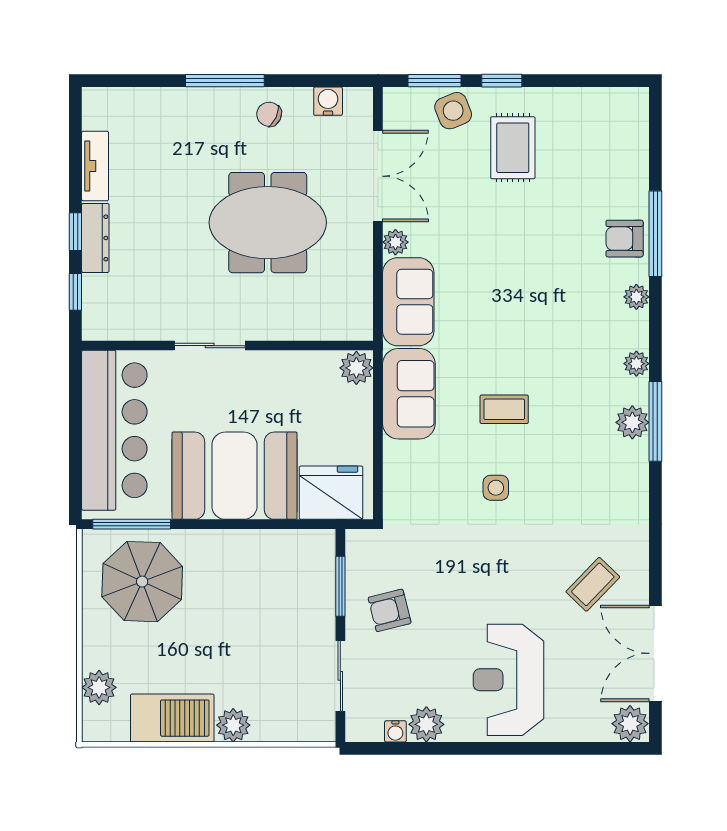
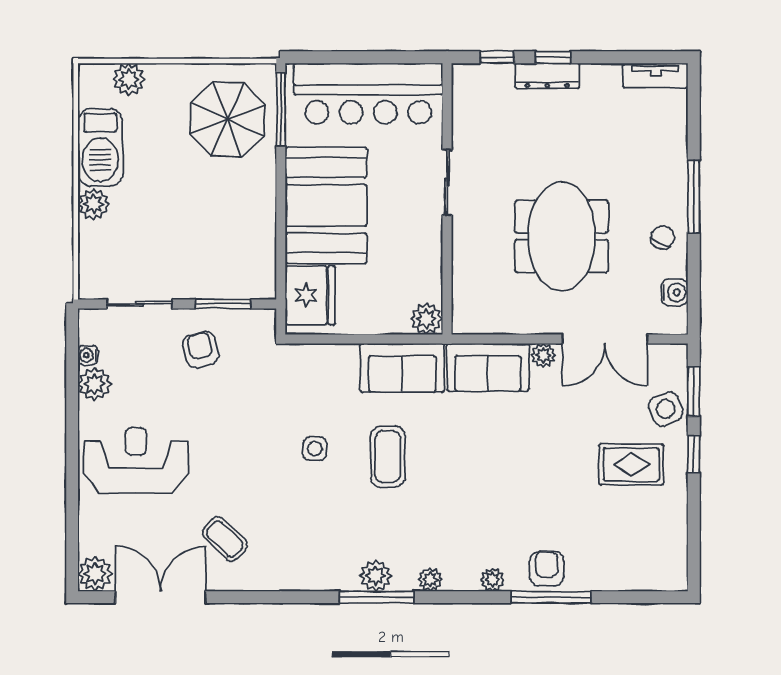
tv unit: (95, 166) -> (655, 76), moved
coffee table: (504, 409) -> (388, 456), width x1.36, depth x1.30

